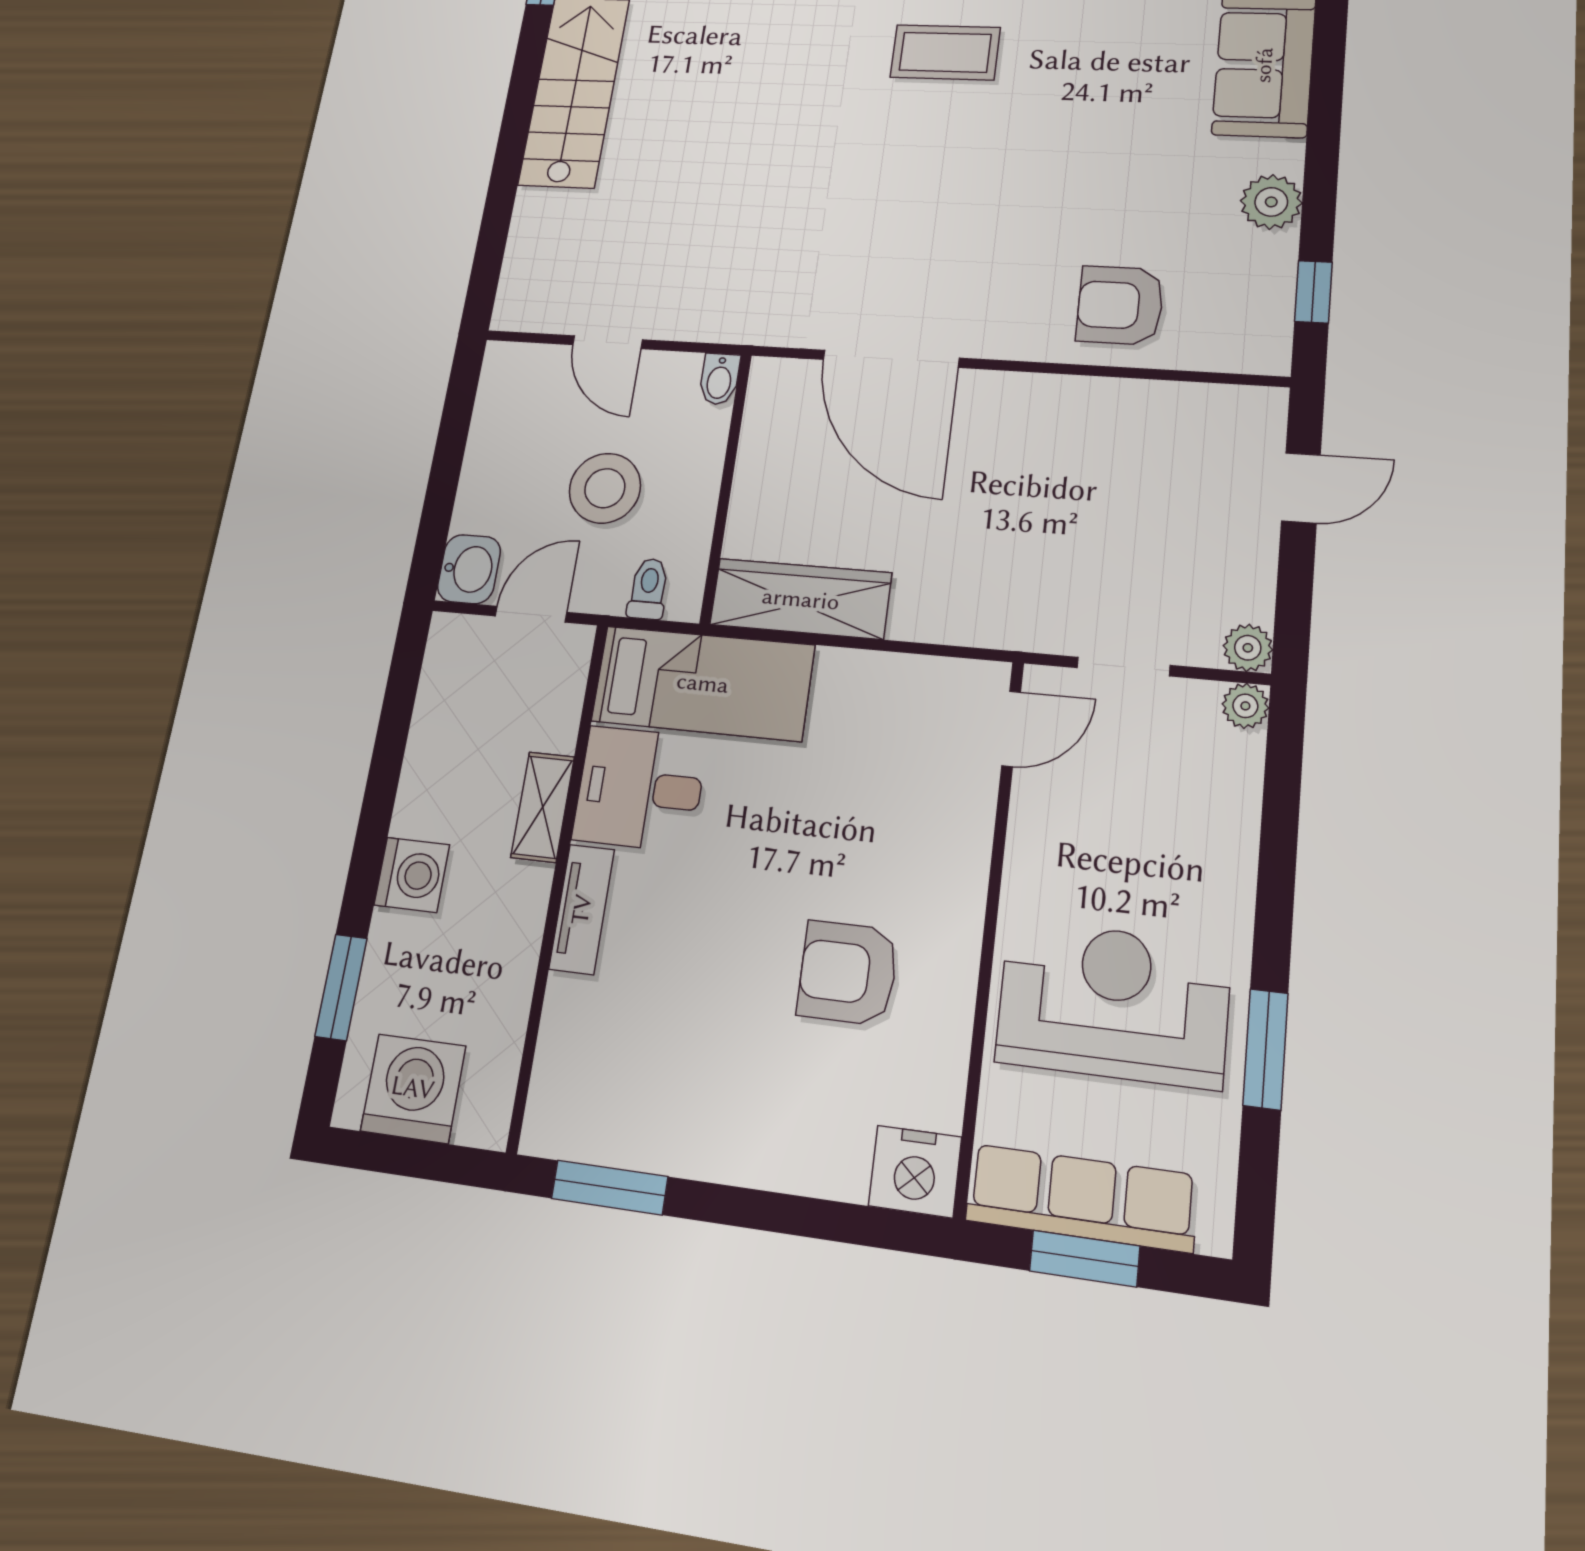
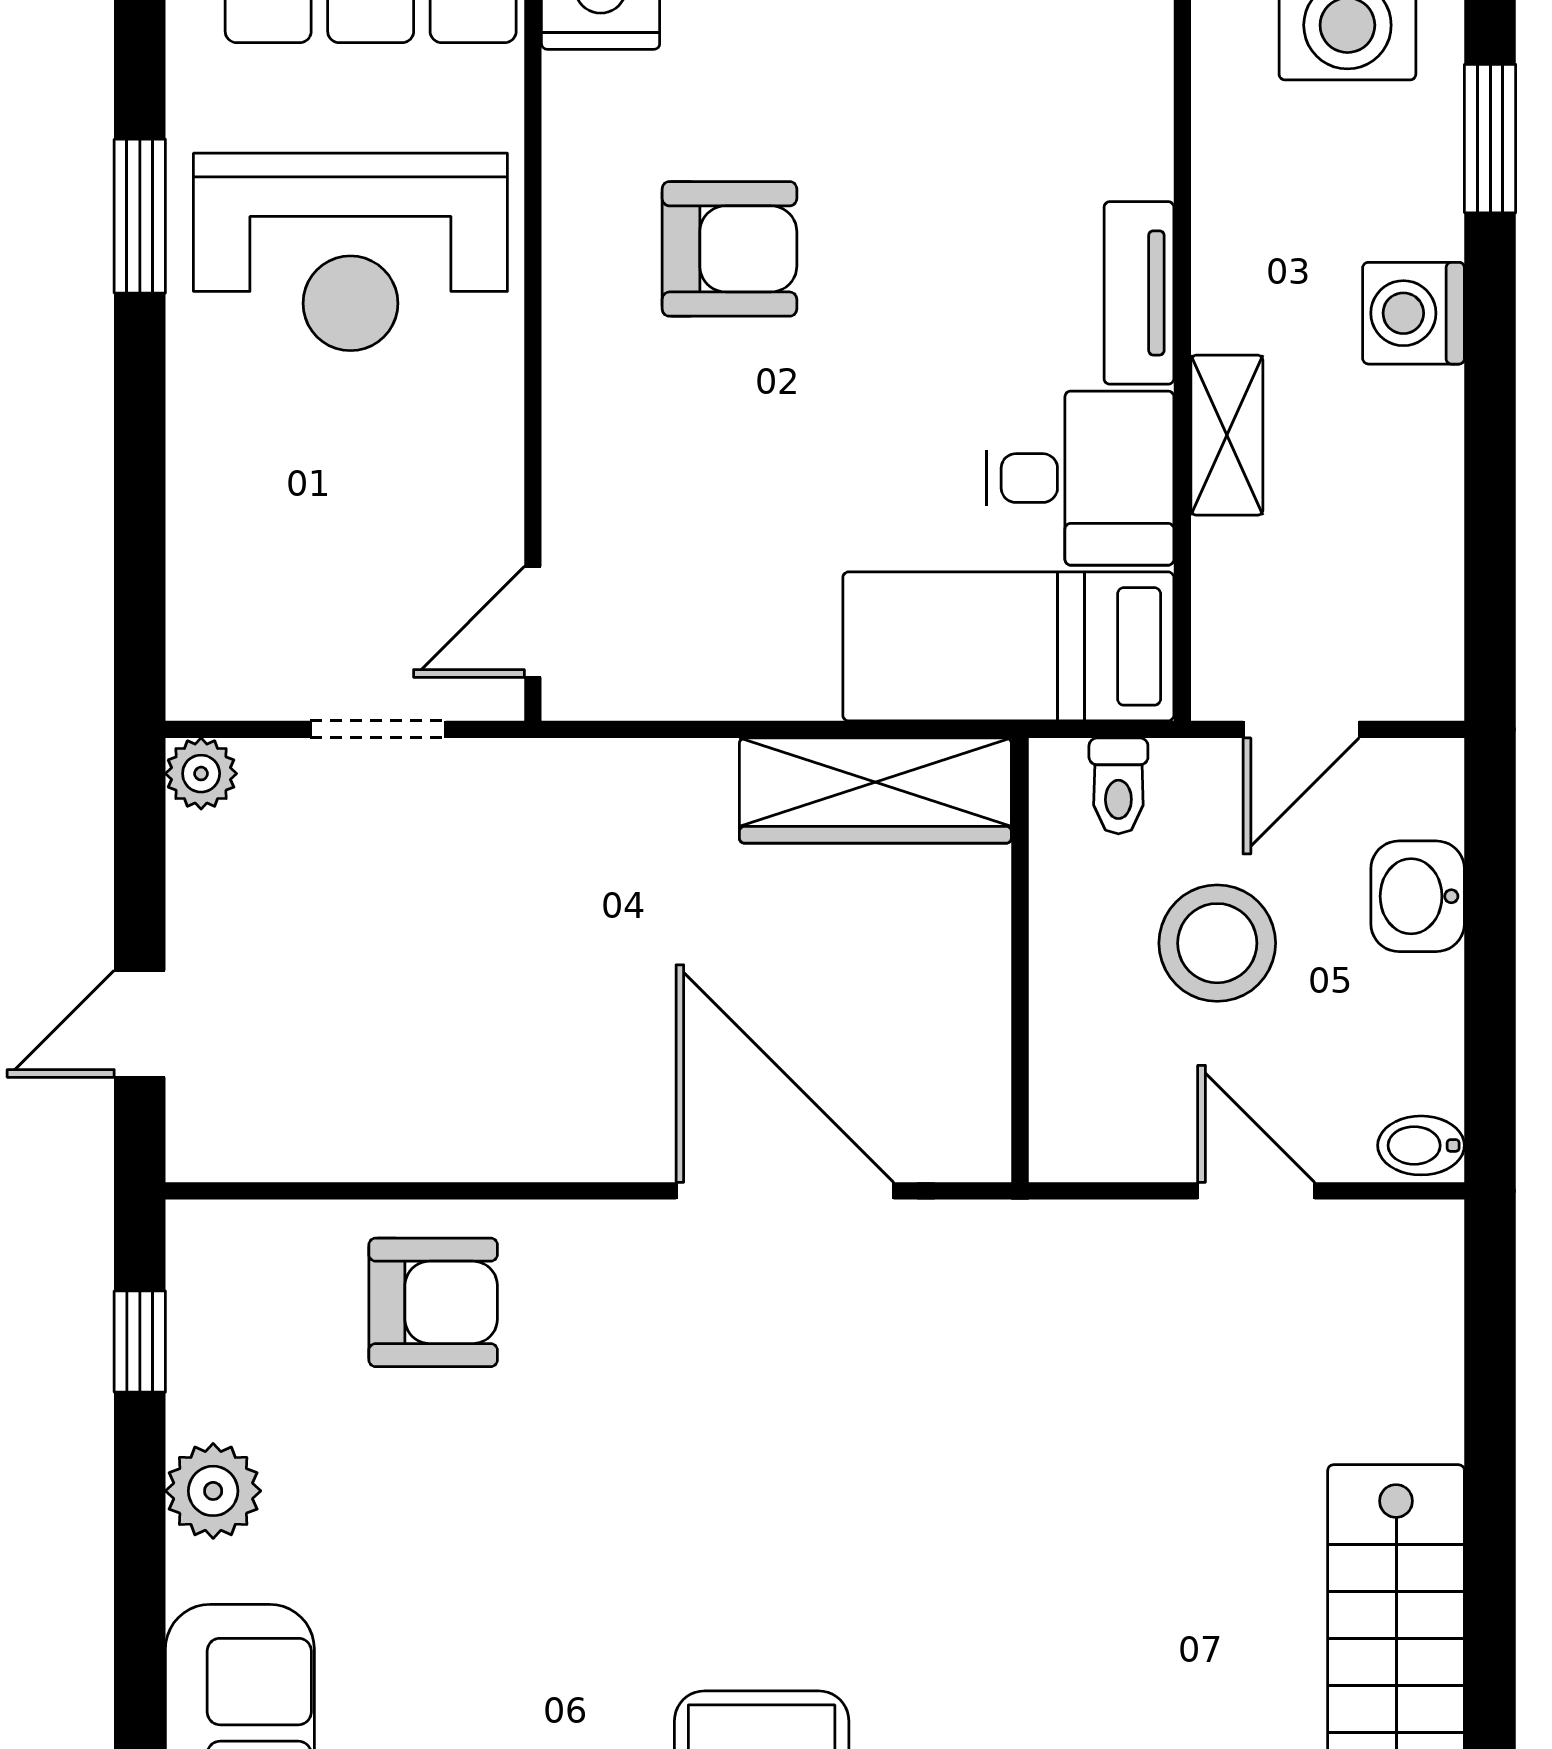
bidet: (719, 379) -> (1421, 1145), moved, turned -90
washbasin: (469, 569) -> (1418, 896), moved
plant: (1245, 706) -> (199, 688), removed

